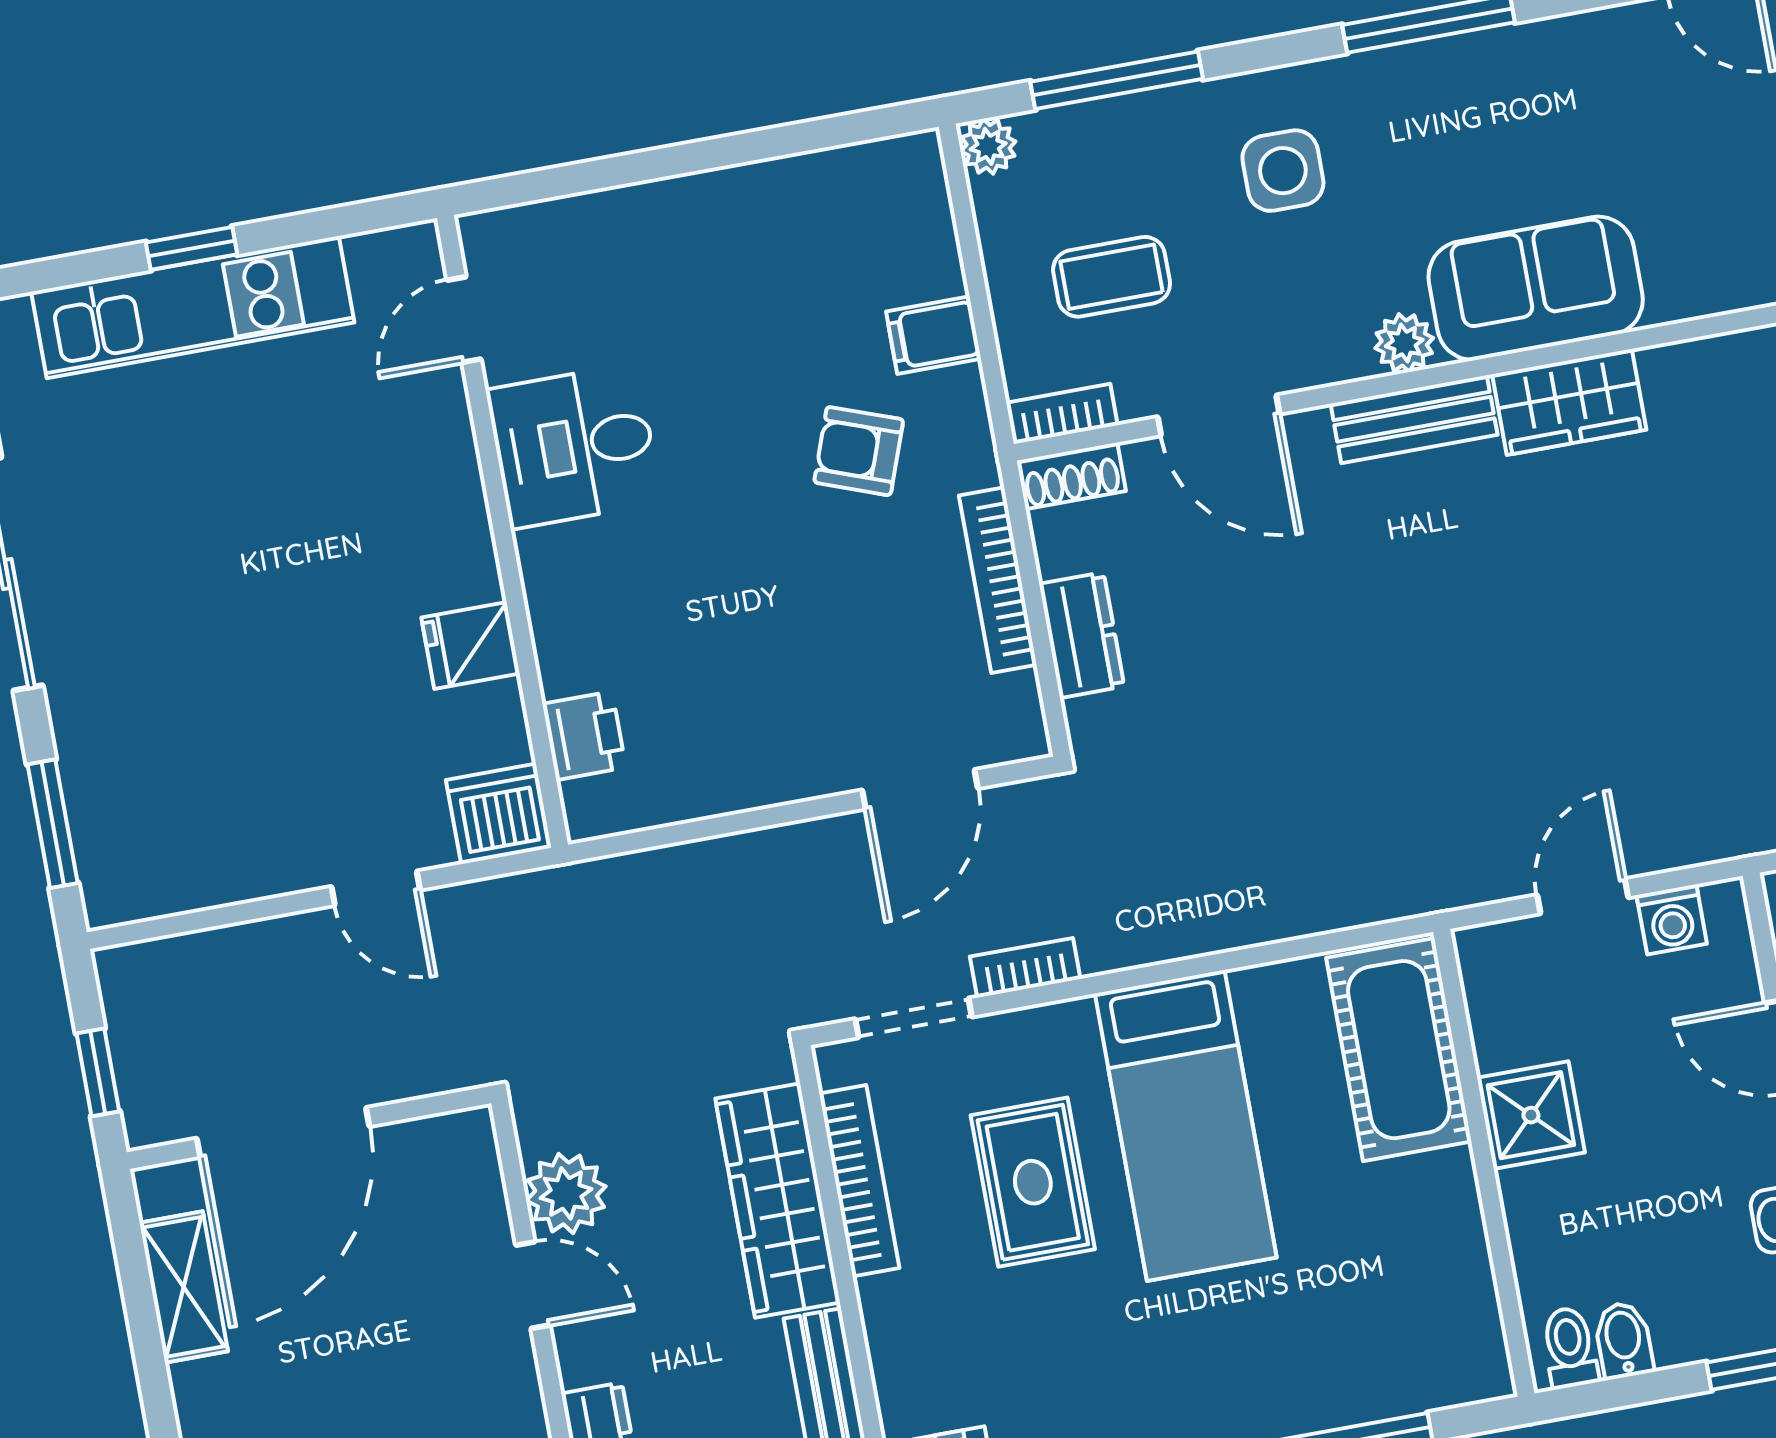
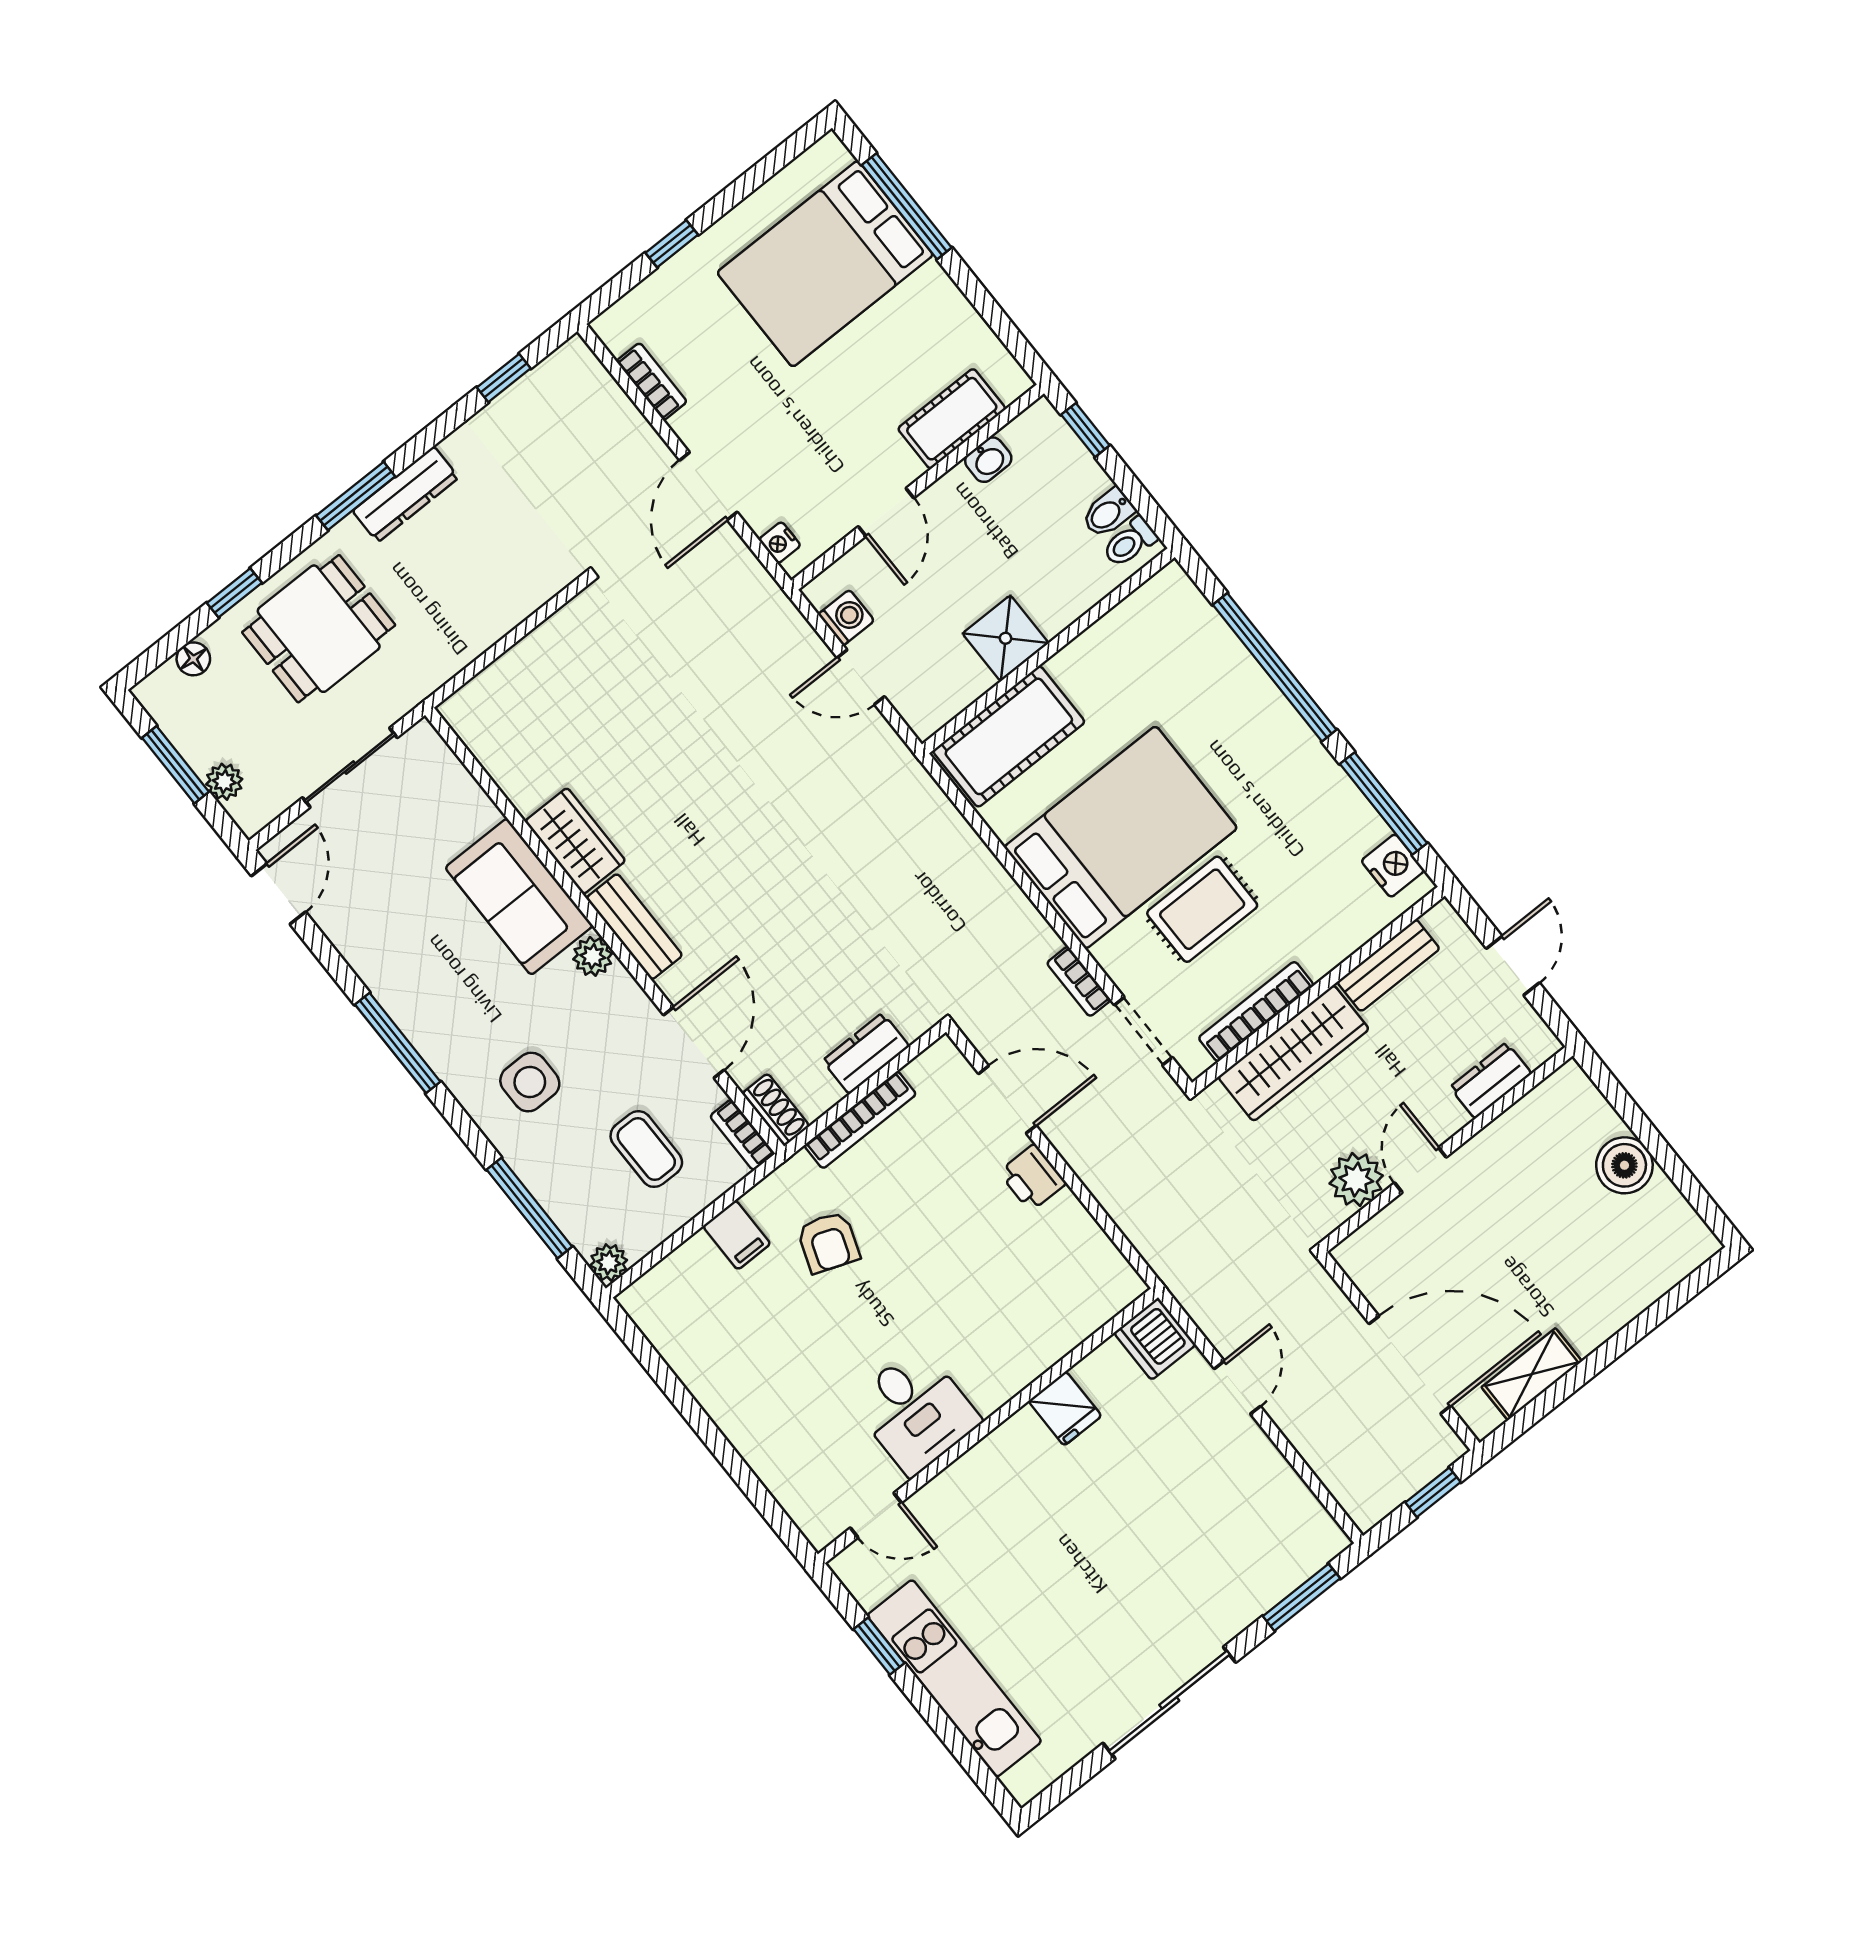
window: (191, 248) -> (879, 1646), moved
printer: (584, 736) -> (1032, 1178), moved, turned -90
bed: (1186, 1126) -> (1121, 837), width x1.50

